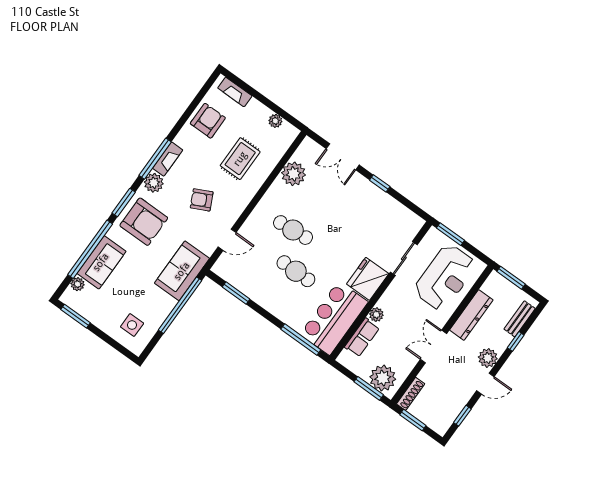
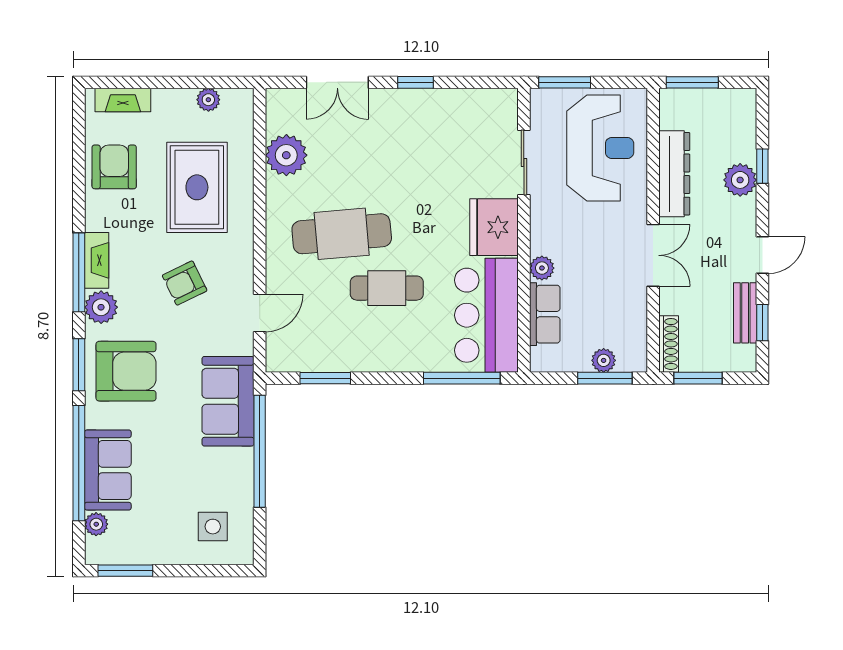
rug: (240, 159) -> (197, 187), width x1.36, depth x1.43
cafe table: (293, 230) -> (342, 234), width x1.37, depth x1.35
bench: (520, 319) -> (745, 313), moved
double door: (434, 347) -> (653, 255), swing flipped
plant: (488, 358) -> (740, 180), moved
plant: (383, 378) -> (604, 360), width x0.53, depth x0.53

